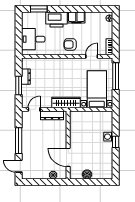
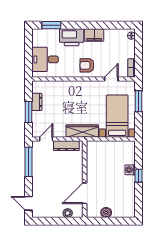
window: (116, 76) -> (138, 101), width x0.69
window: (19, 141) -> (29, 162), moved
door: (68, 157) -> (85, 193), hinge flipped

